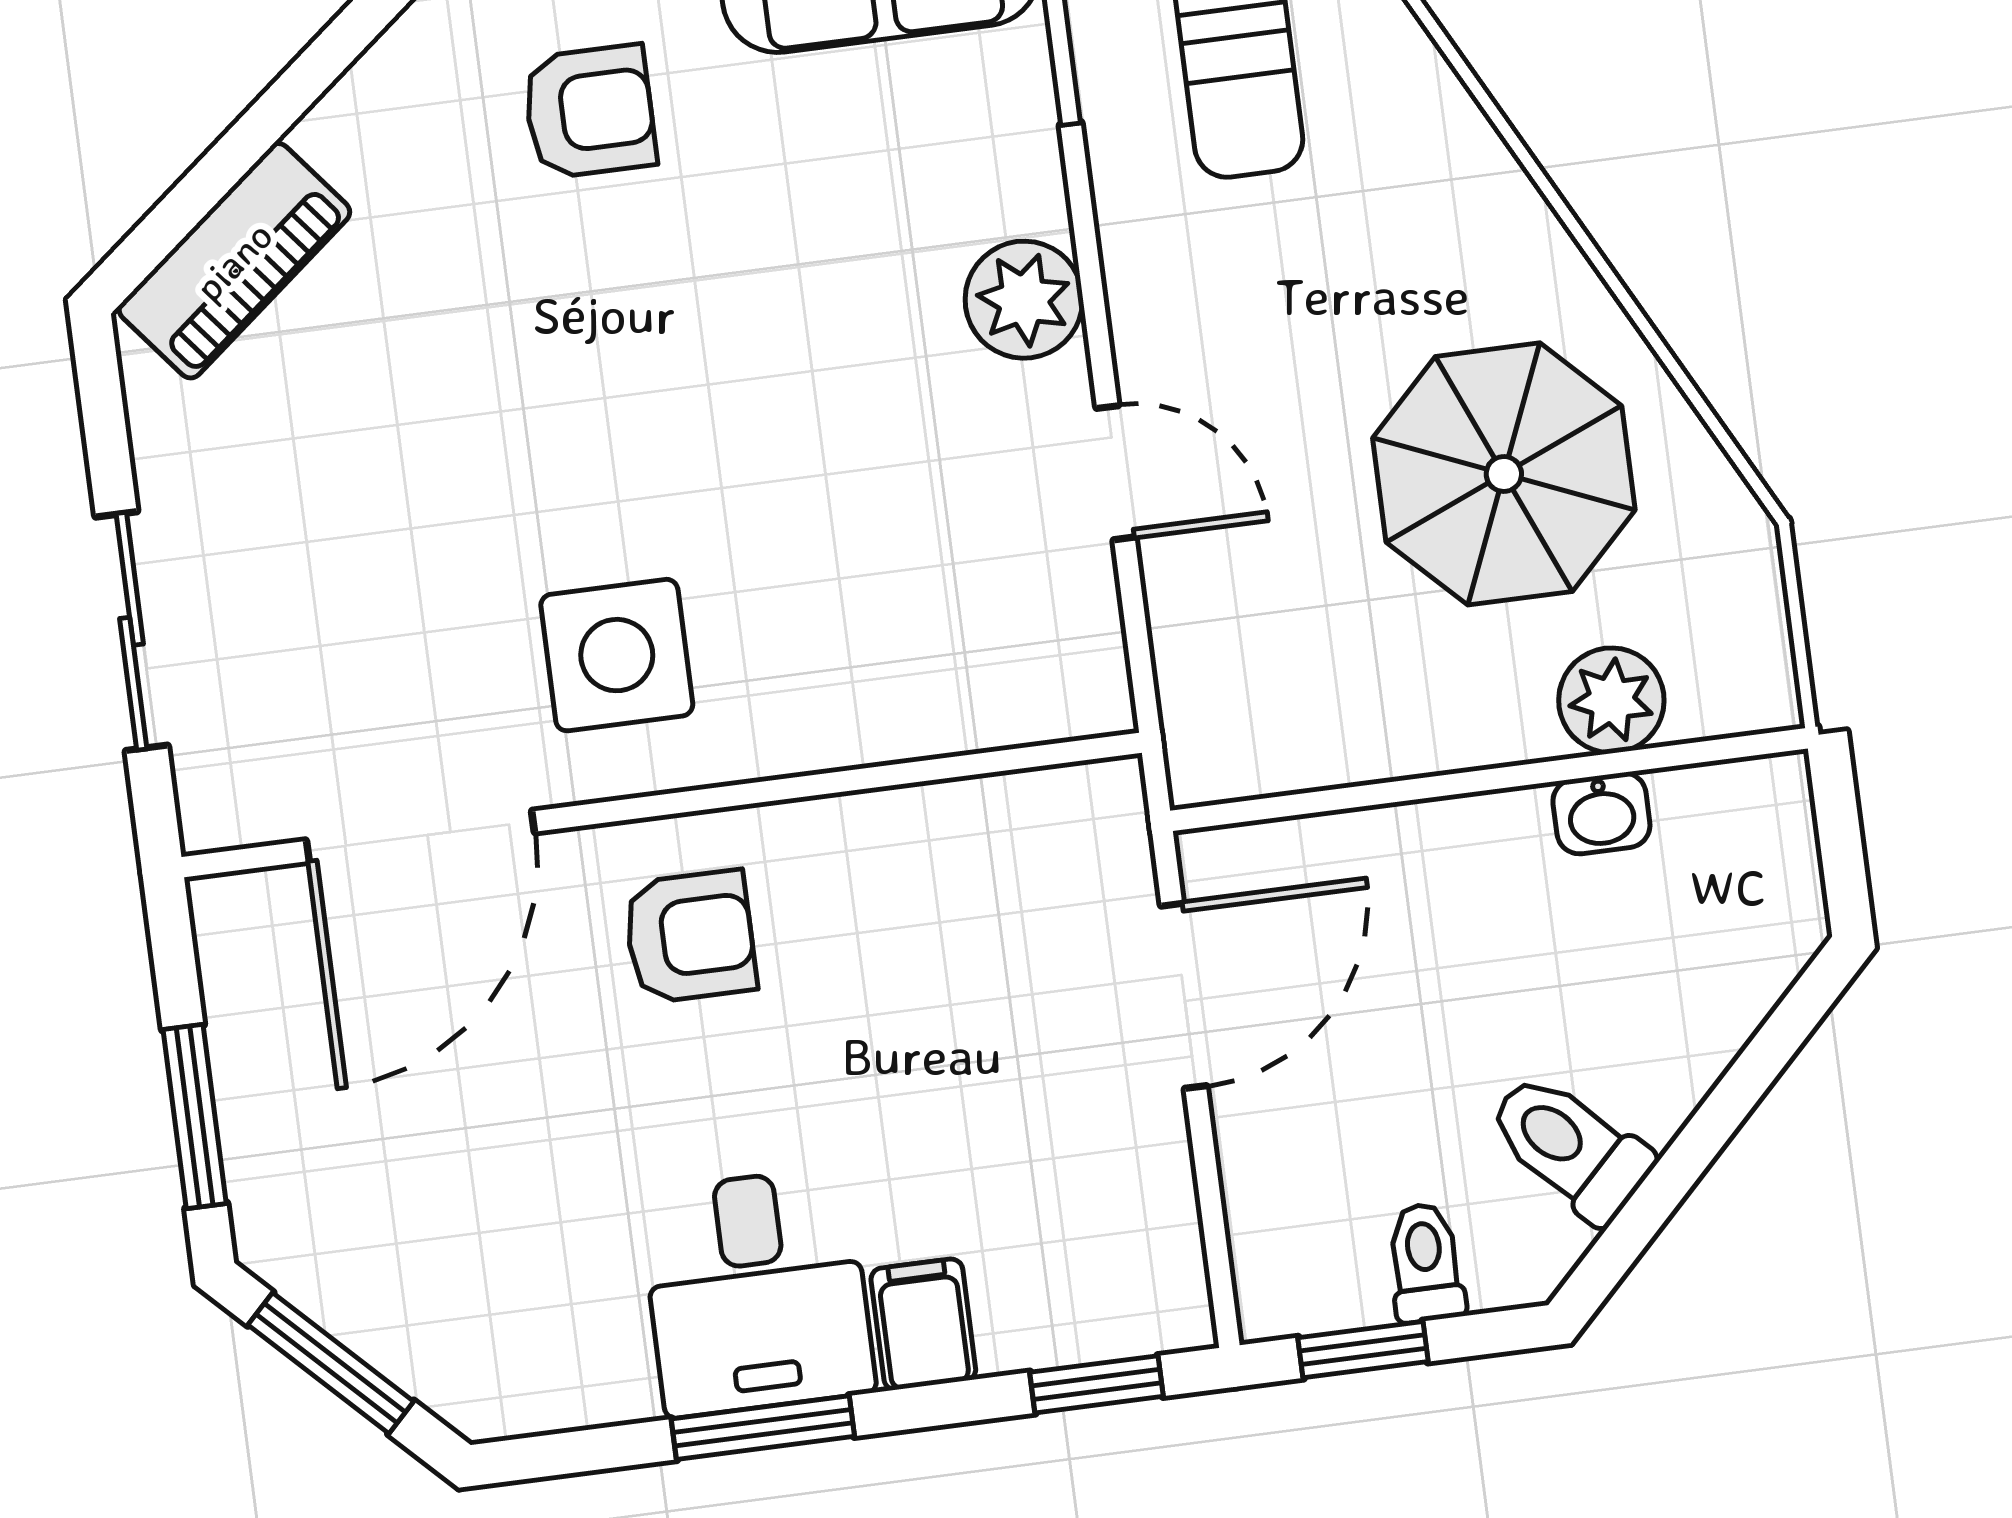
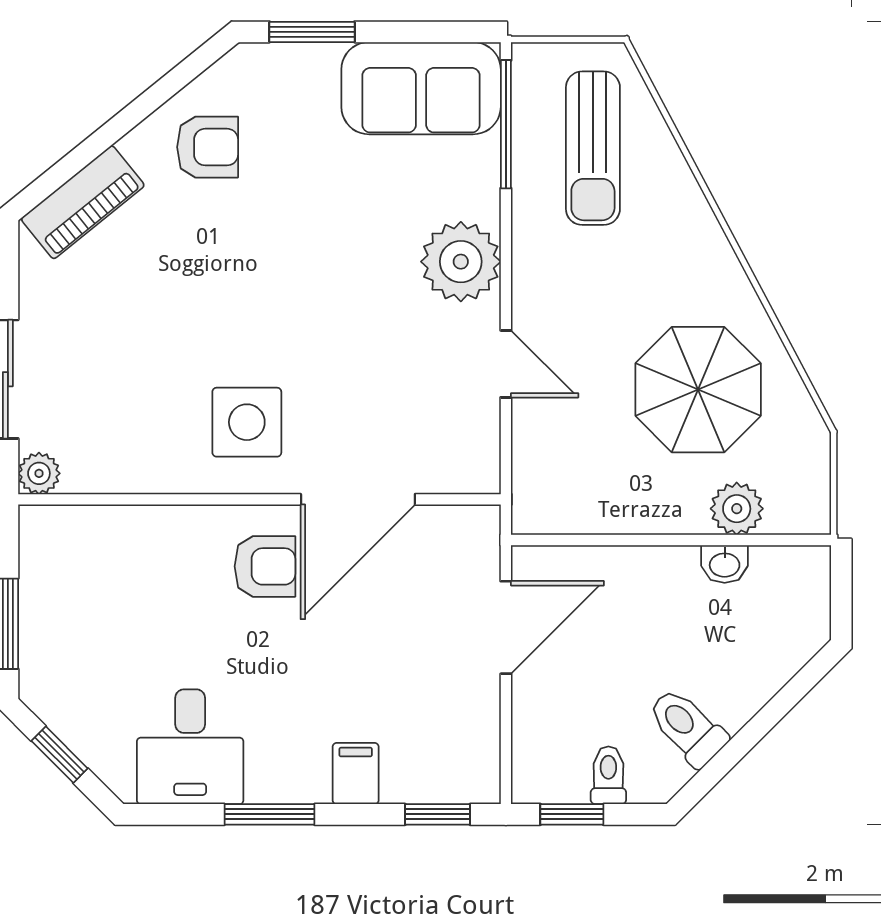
armchair: (589, 112) -> (208, 147), moved
plant: (1024, 300) -> (461, 262), width x1.36, depth x1.36
plant: (217, 810) -> (39, 473), added
door: (420, 836) -> (358, 499), moved
desk: (757, 1292) -> (190, 747), moved
window: (331, 1363) -> (60, 755), width x0.67

